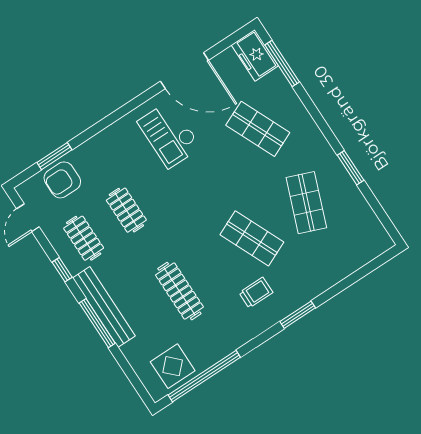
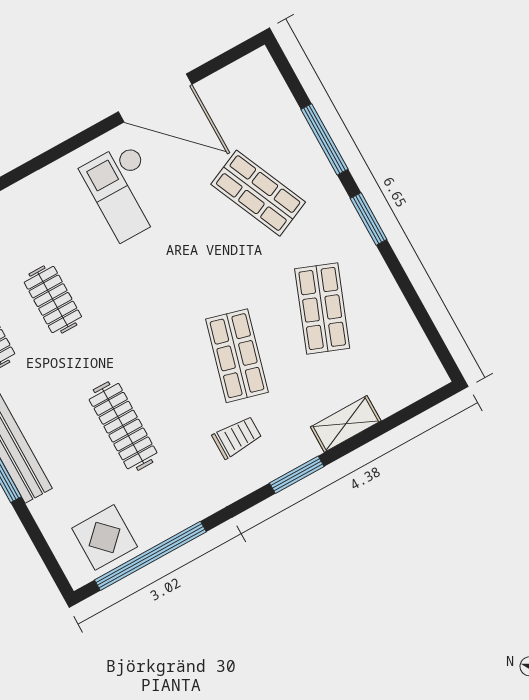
freezer: (255, 55) -> (262, 83), removed
window: (282, 63) -> (324, 139), moved
window: (351, 168) -> (369, 219), moved
shop shelf: (252, 238) -> (237, 356), turned 39
shelving: (328, 278) -> (346, 424), added

